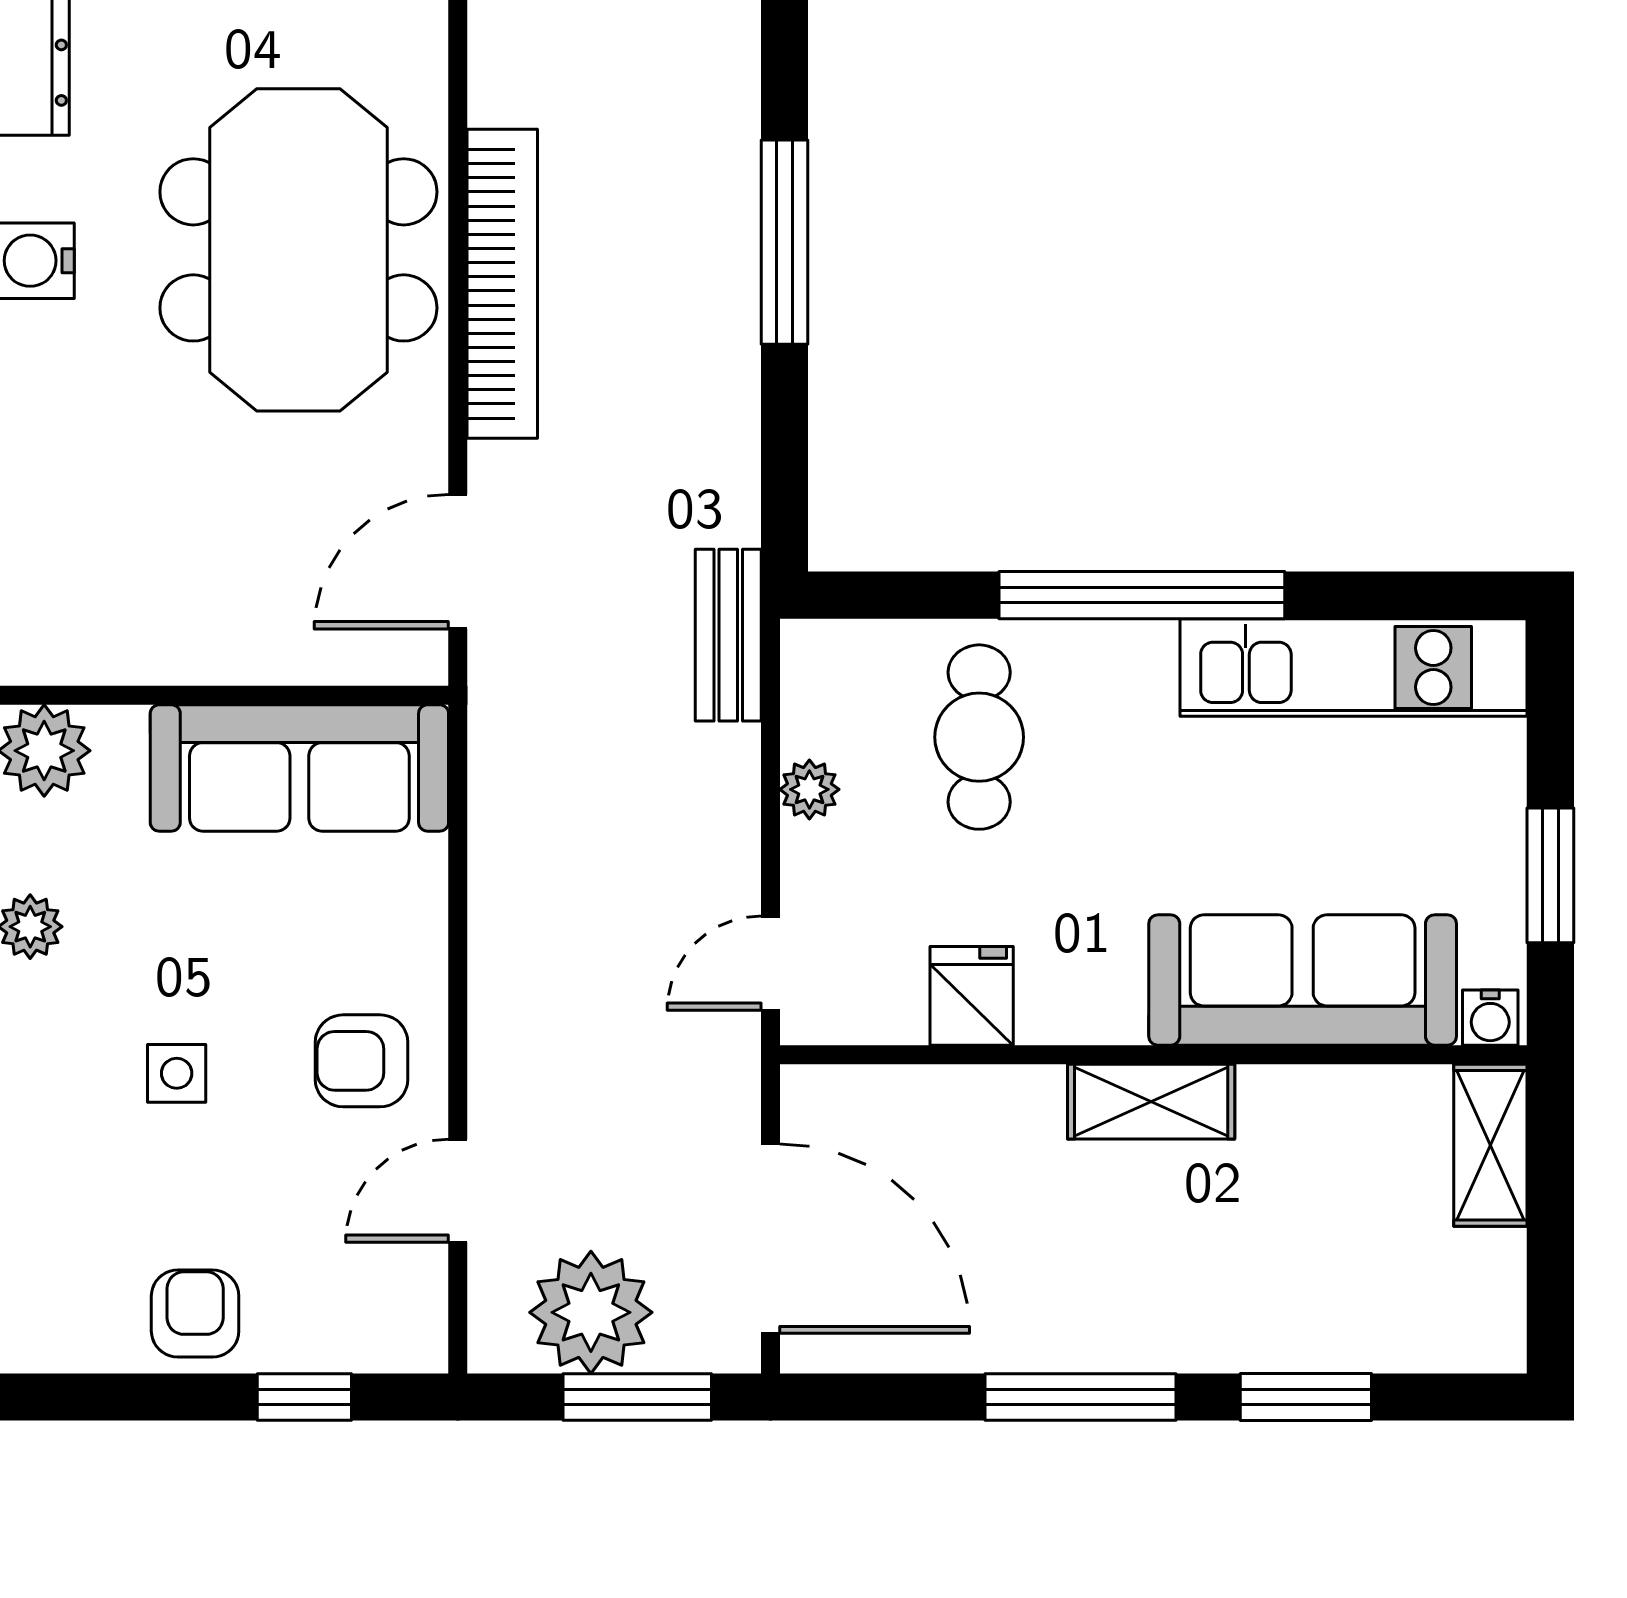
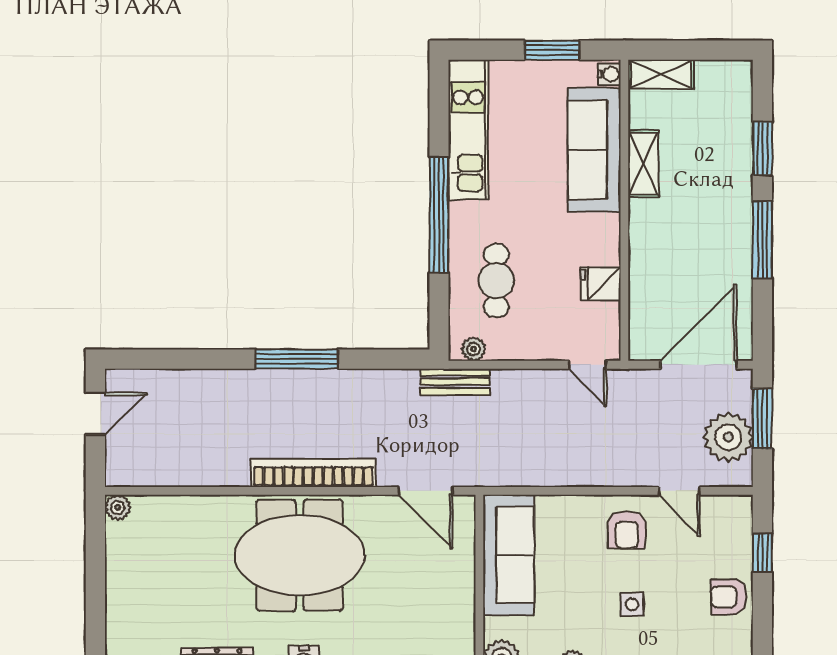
cafe table: (979, 737) -> (496, 281), turned 90
plant: (809, 789) -> (474, 349), moved
shelving: (1151, 1102) -> (643, 164), moved

